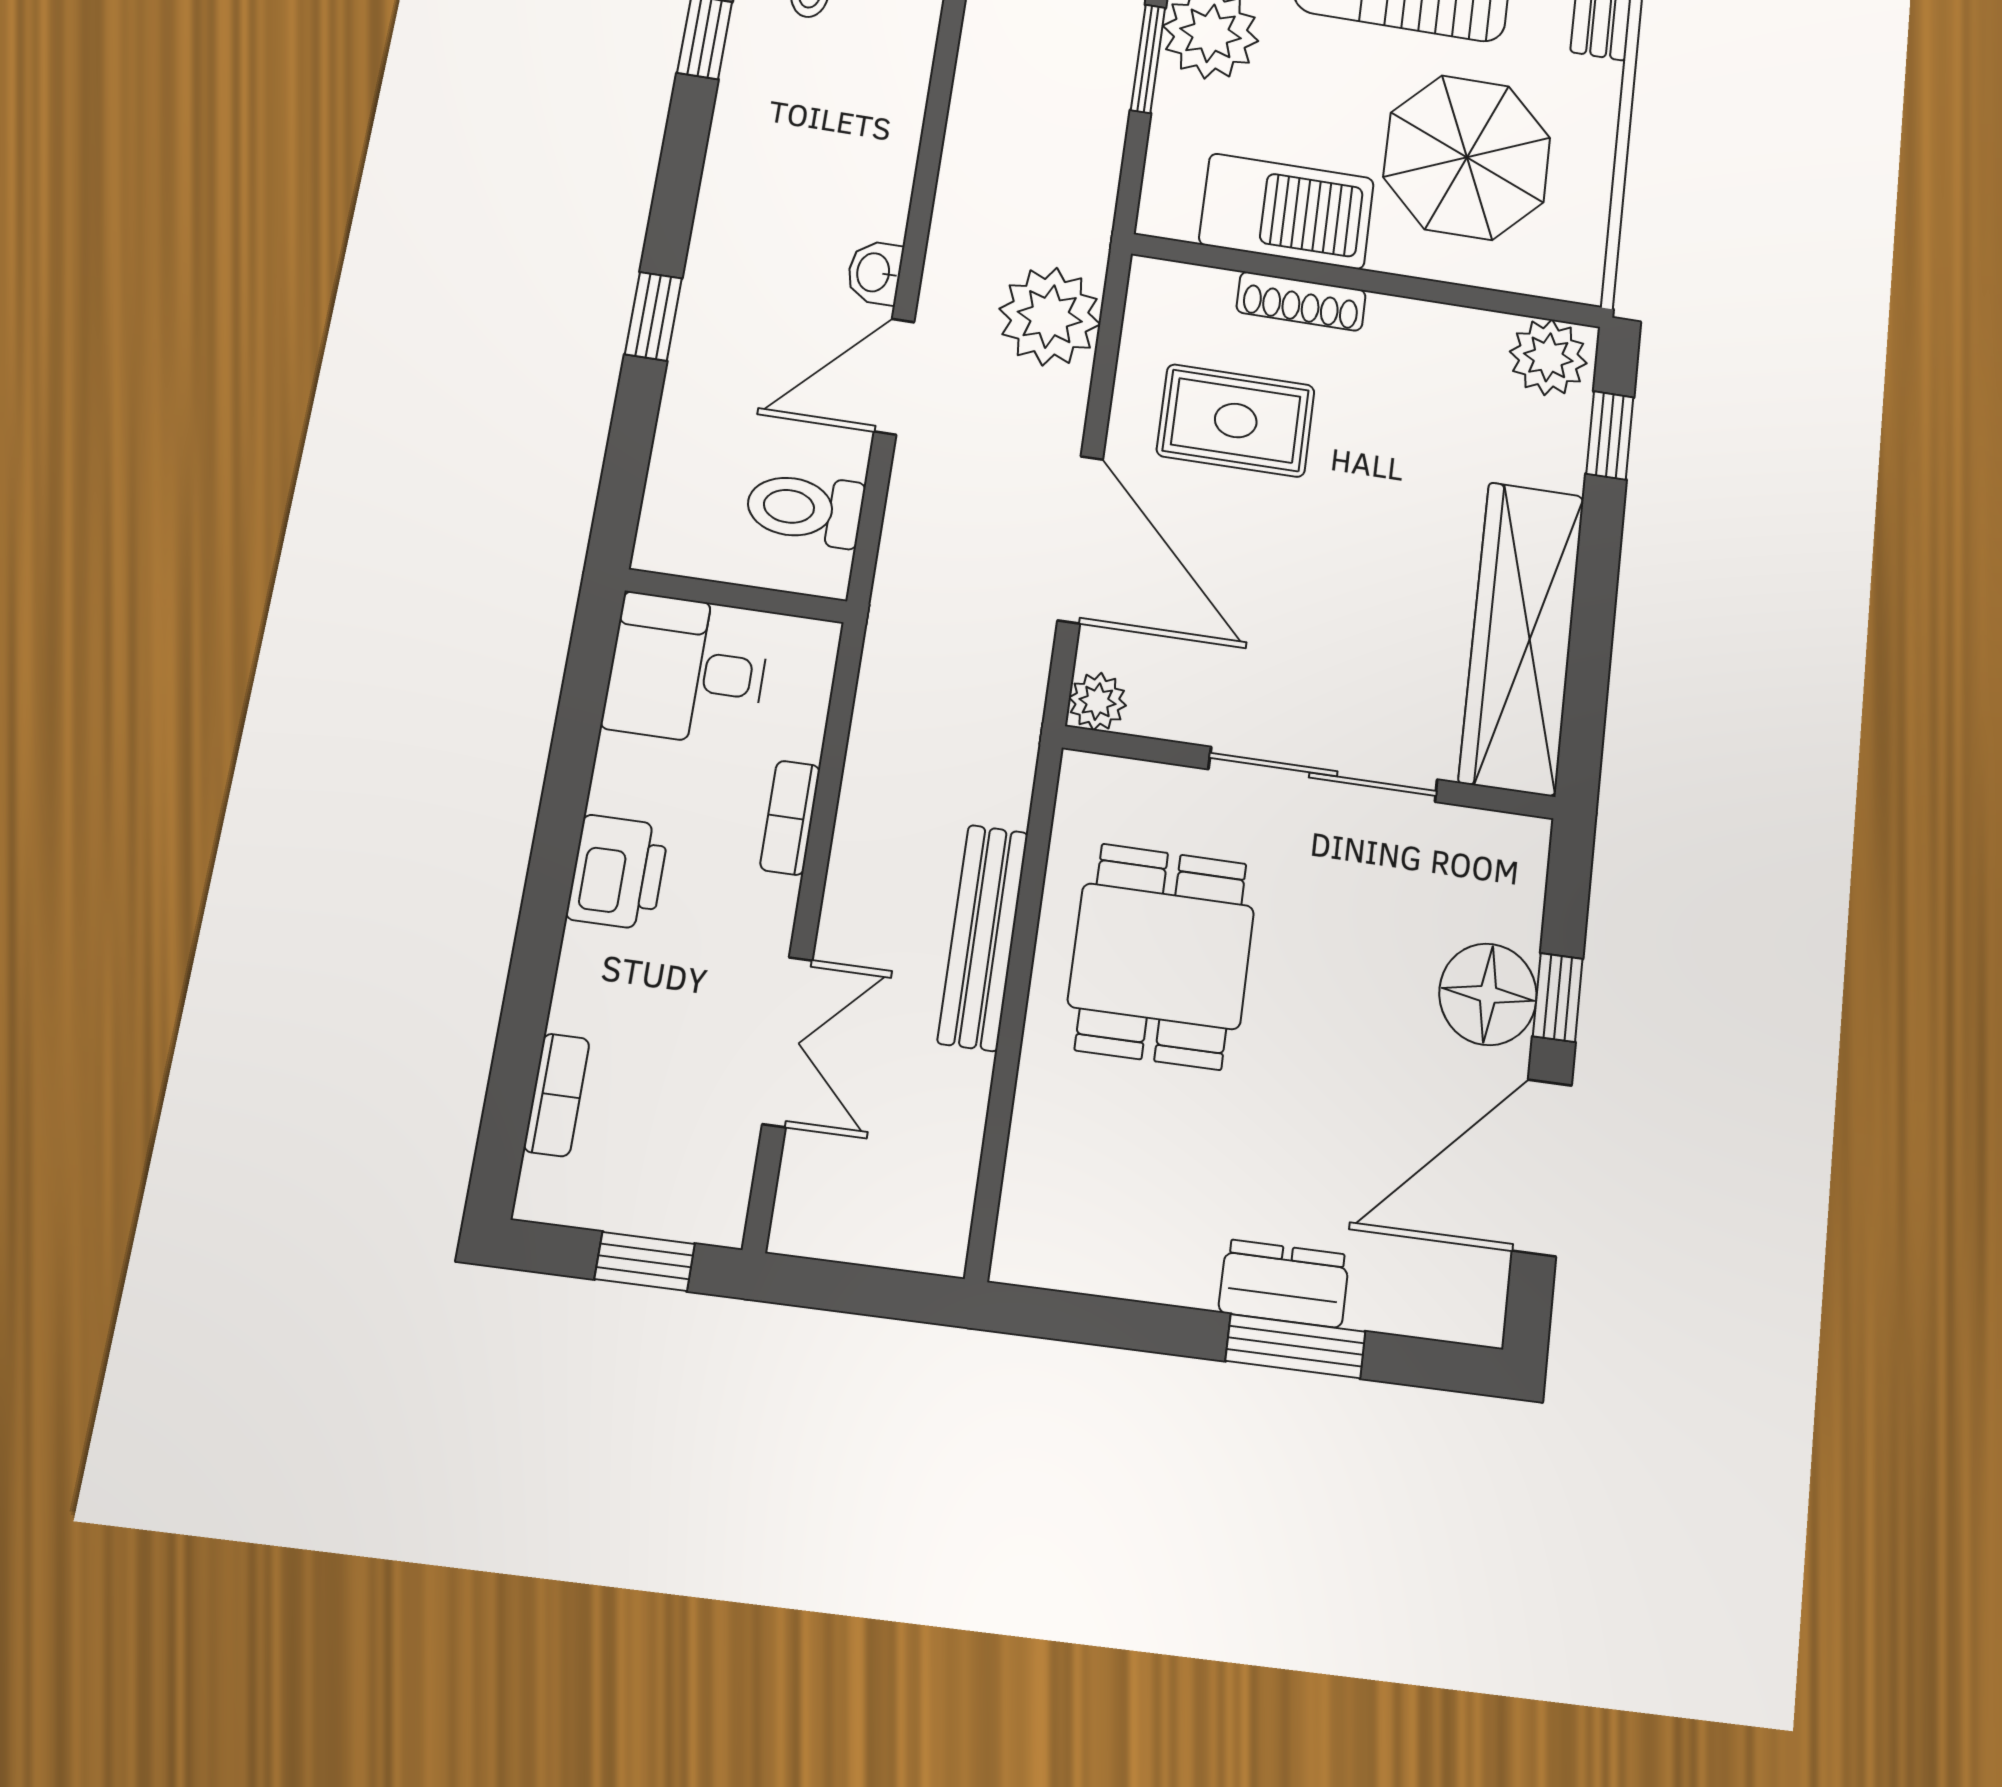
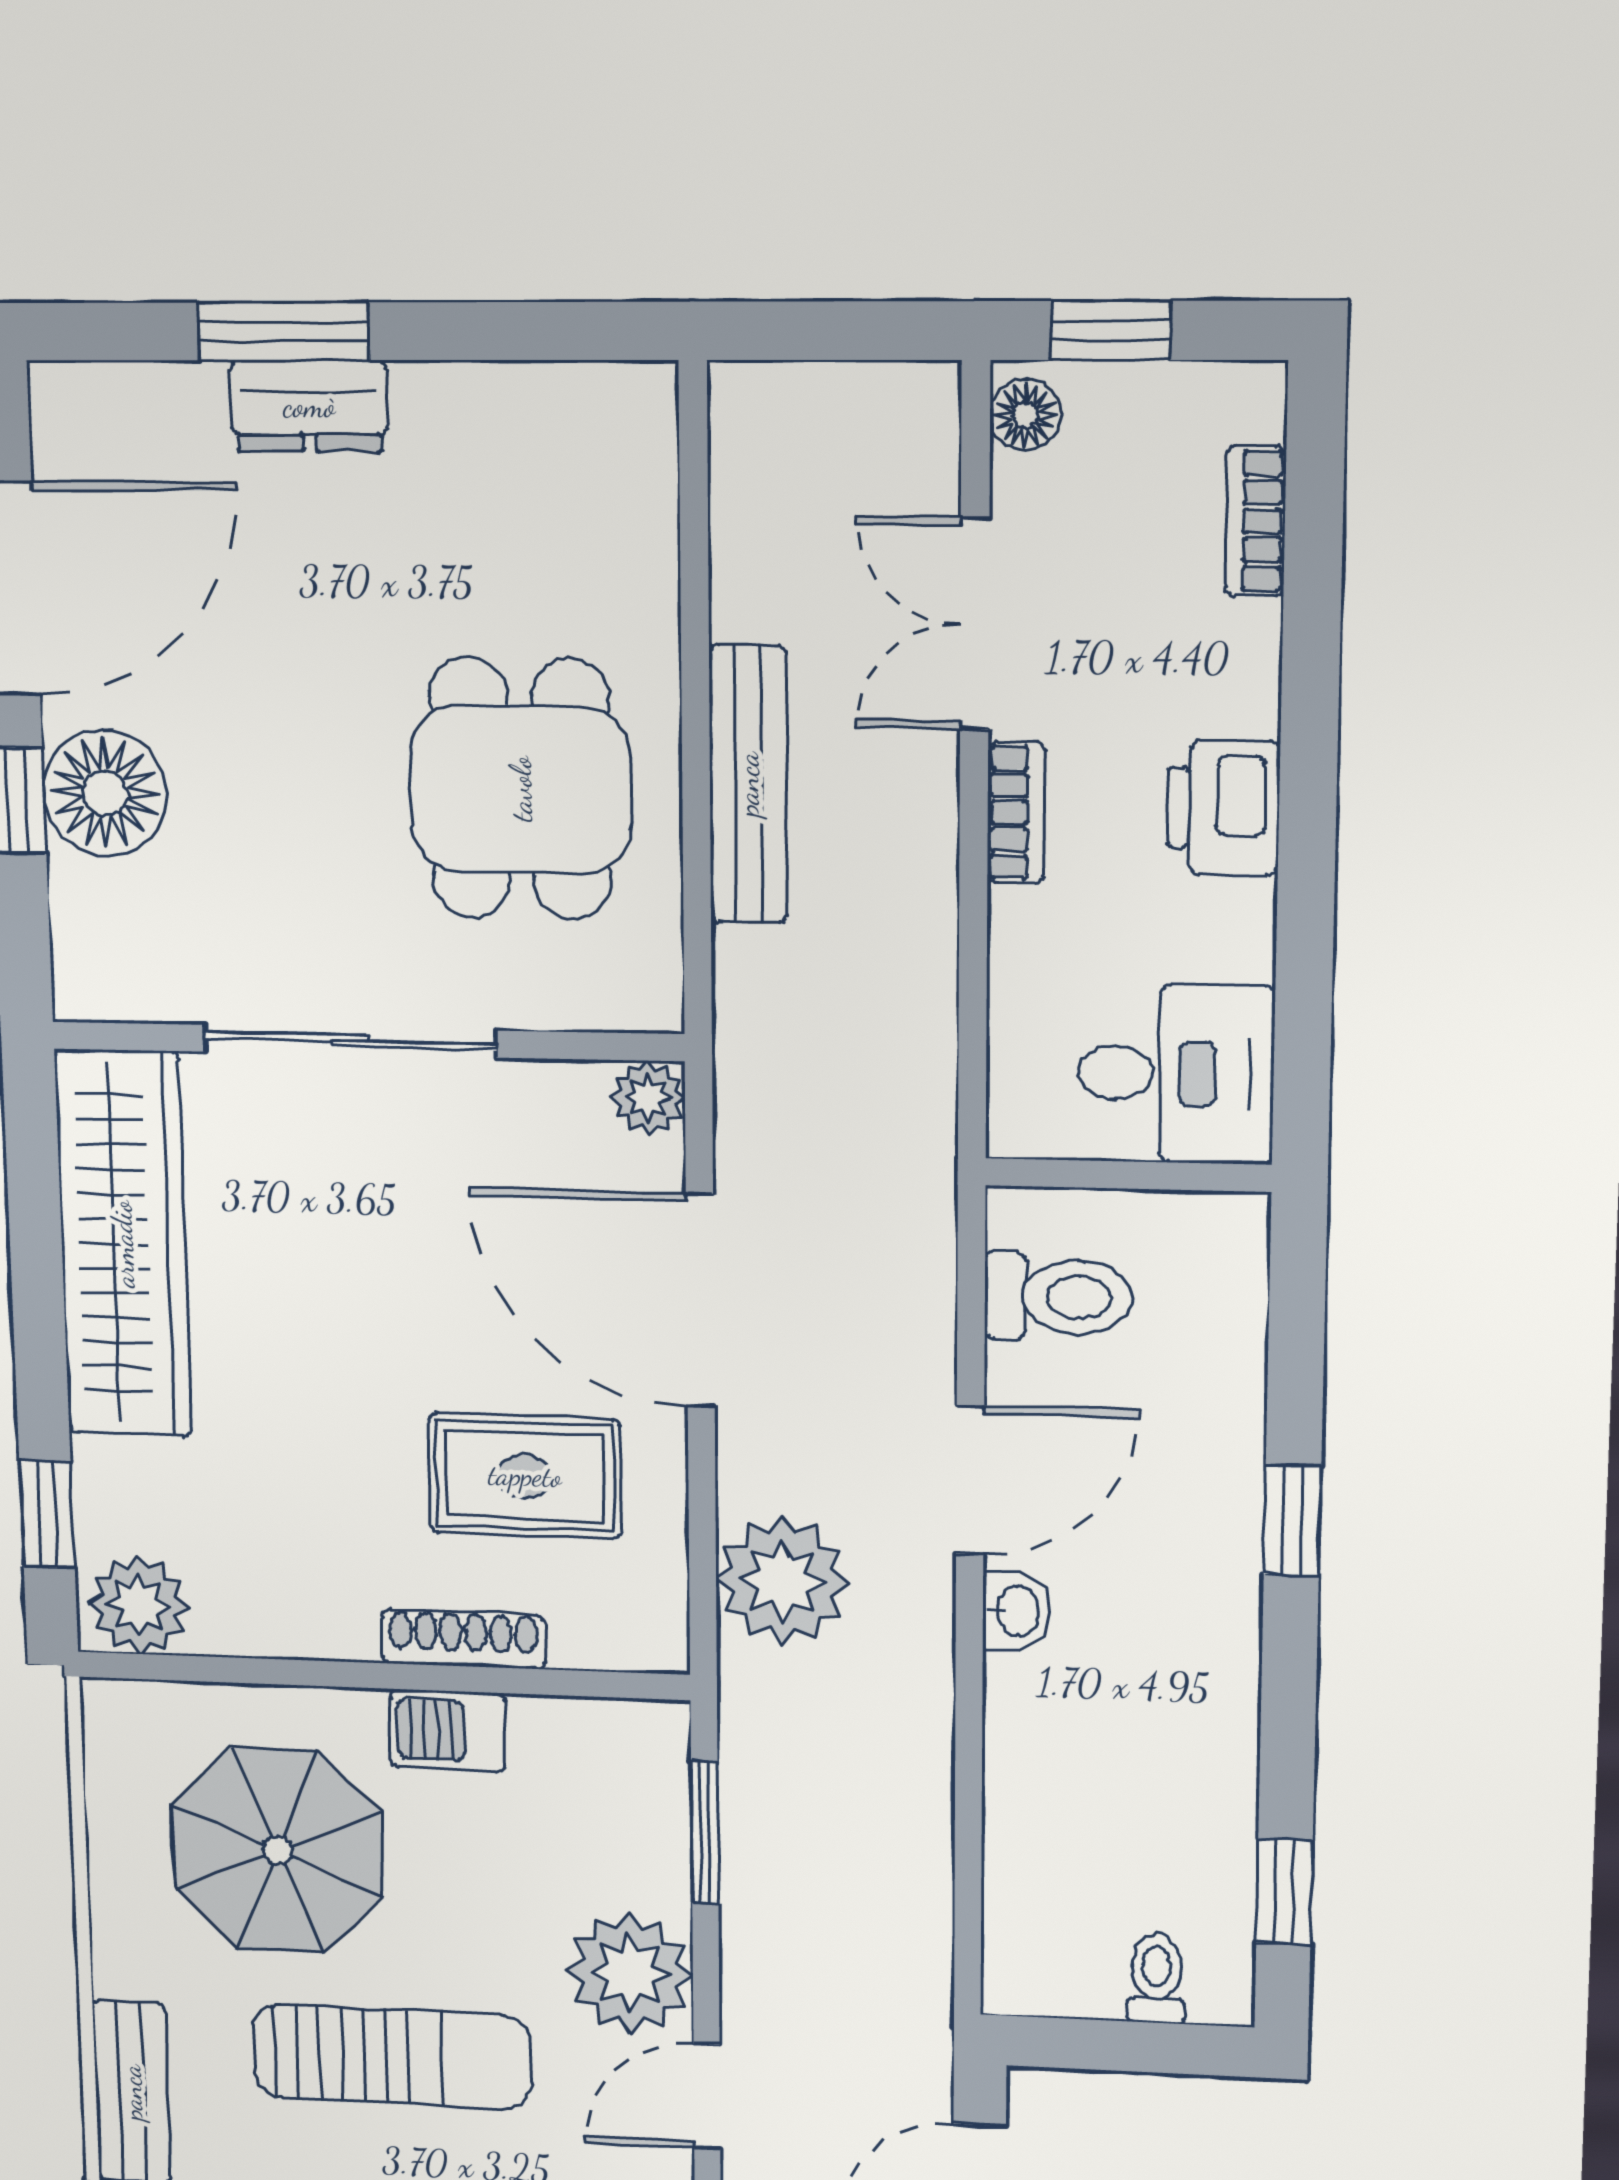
window: (1148, 59) -> (705, 1833), moved
barbecue: (1287, 211) -> (448, 1730), width x0.53, depth x0.65
bookcase: (790, 818) -> (1016, 813), moved
floor lamp: (722, 1202) -> (1025, 415), added

